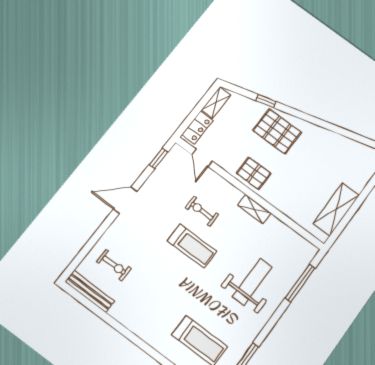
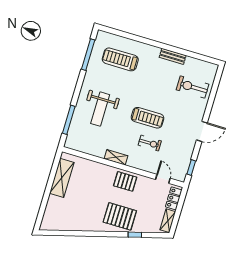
treadmill: (192, 246) -> (148, 118), turned 180
exercise bike: (114, 265) -> (192, 87), width x1.38, depth x1.39
bench: (90, 291) -> (173, 56), moved, width x0.73

